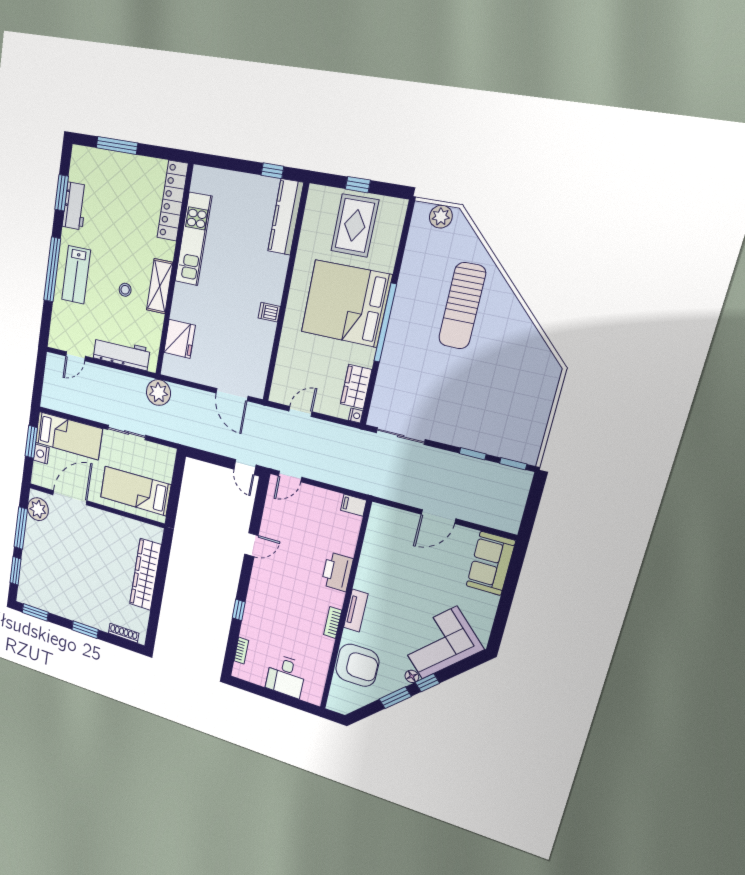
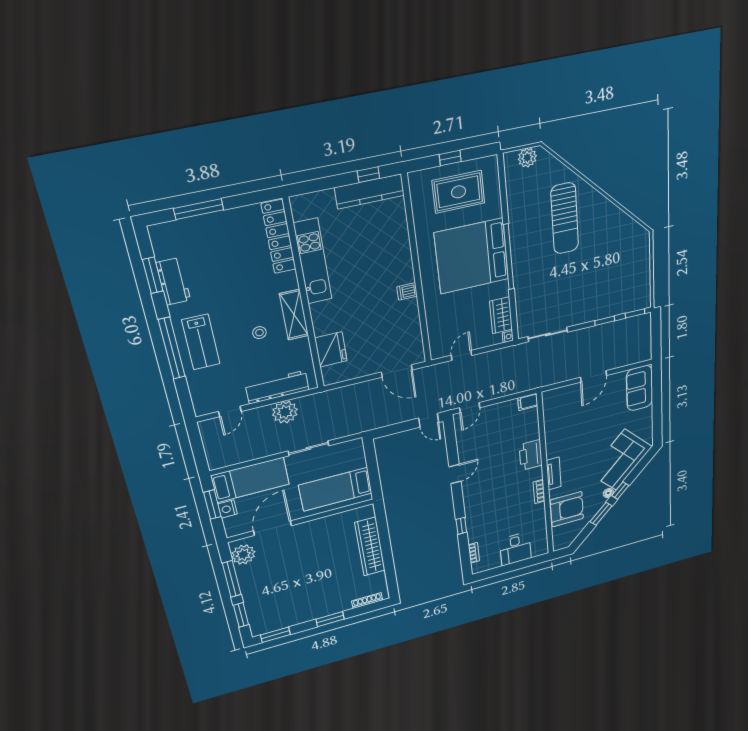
kitchen counter: (286, 217) -> (370, 191), moved, turned -90
rug: (355, 225) -> (458, 192), turned 90
plant: (158, 393) -> (285, 412), moved

